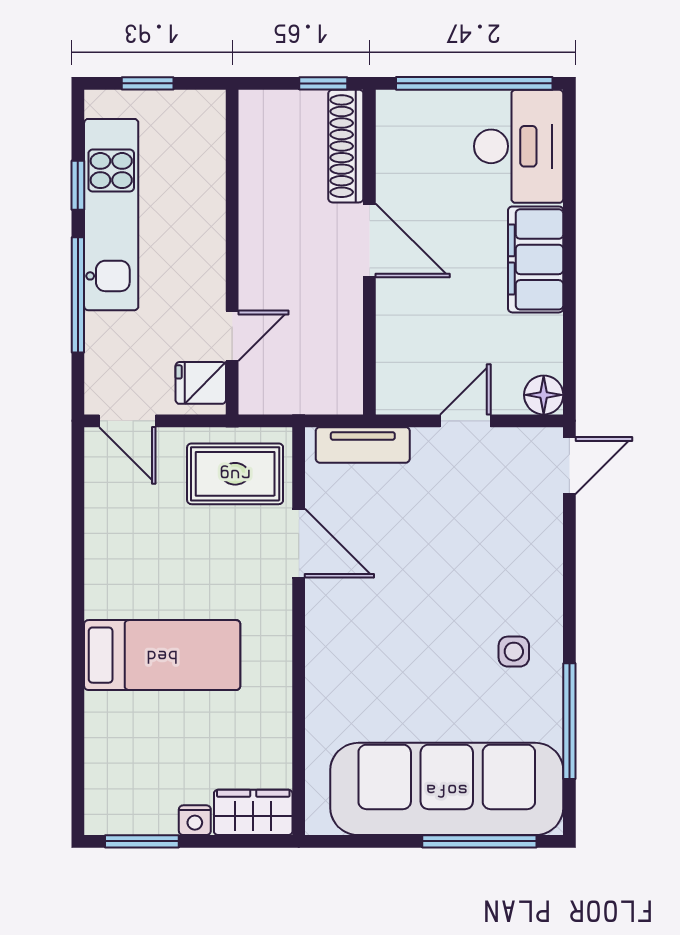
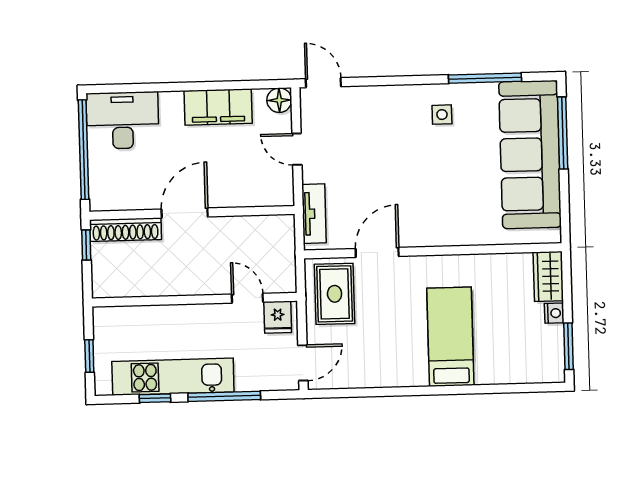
filing cabinet: (536, 259) -> (218, 107), moved

